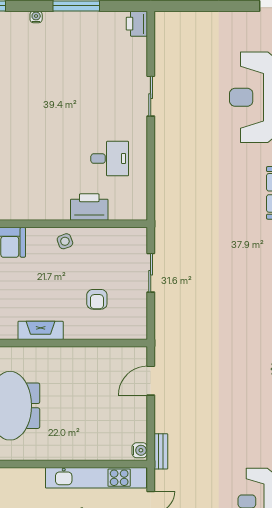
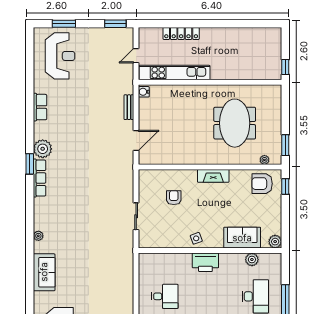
desk: (110, 159) -> (165, 296), turned 180
printer: (89, 207) -> (205, 262), moved
bench: (161, 451) -> (129, 107), moved

